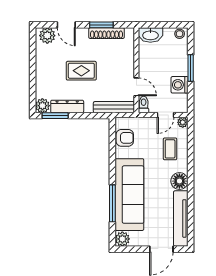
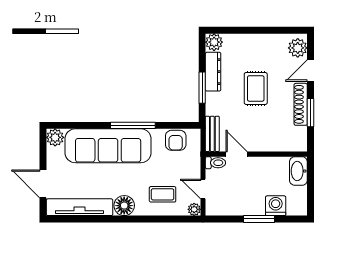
shoe rack: (106, 33) -> (301, 104), moved
stool: (180, 34) -> (300, 206), removed
washing machine: (180, 85) -> (276, 206), moved
door: (136, 87) -> (237, 154), swing flipped
bench: (114, 107) -> (212, 134), width x0.73
window: (55, 116) -> (202, 88), moved
window: (112, 203) -> (133, 125), moved

